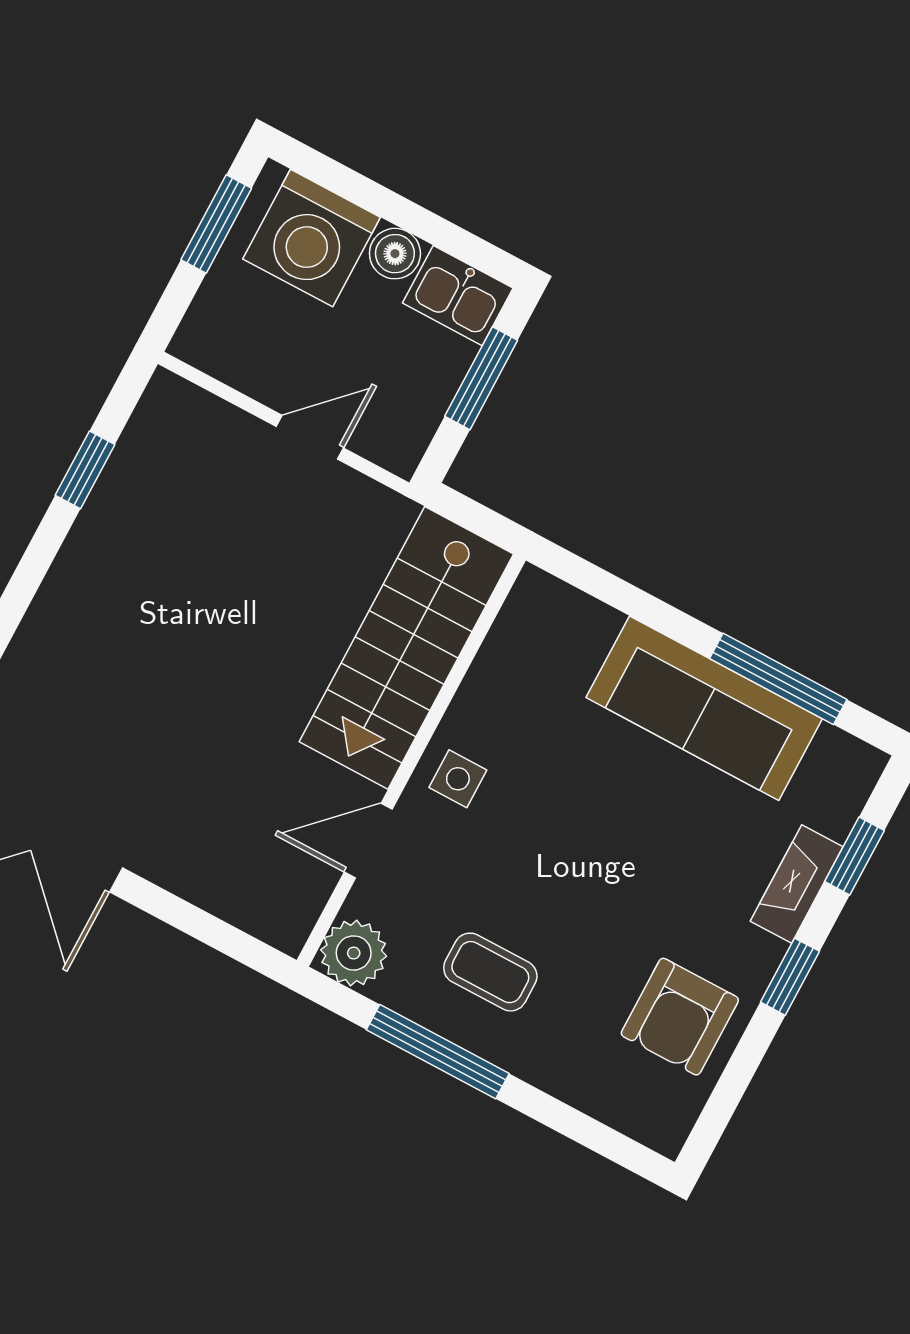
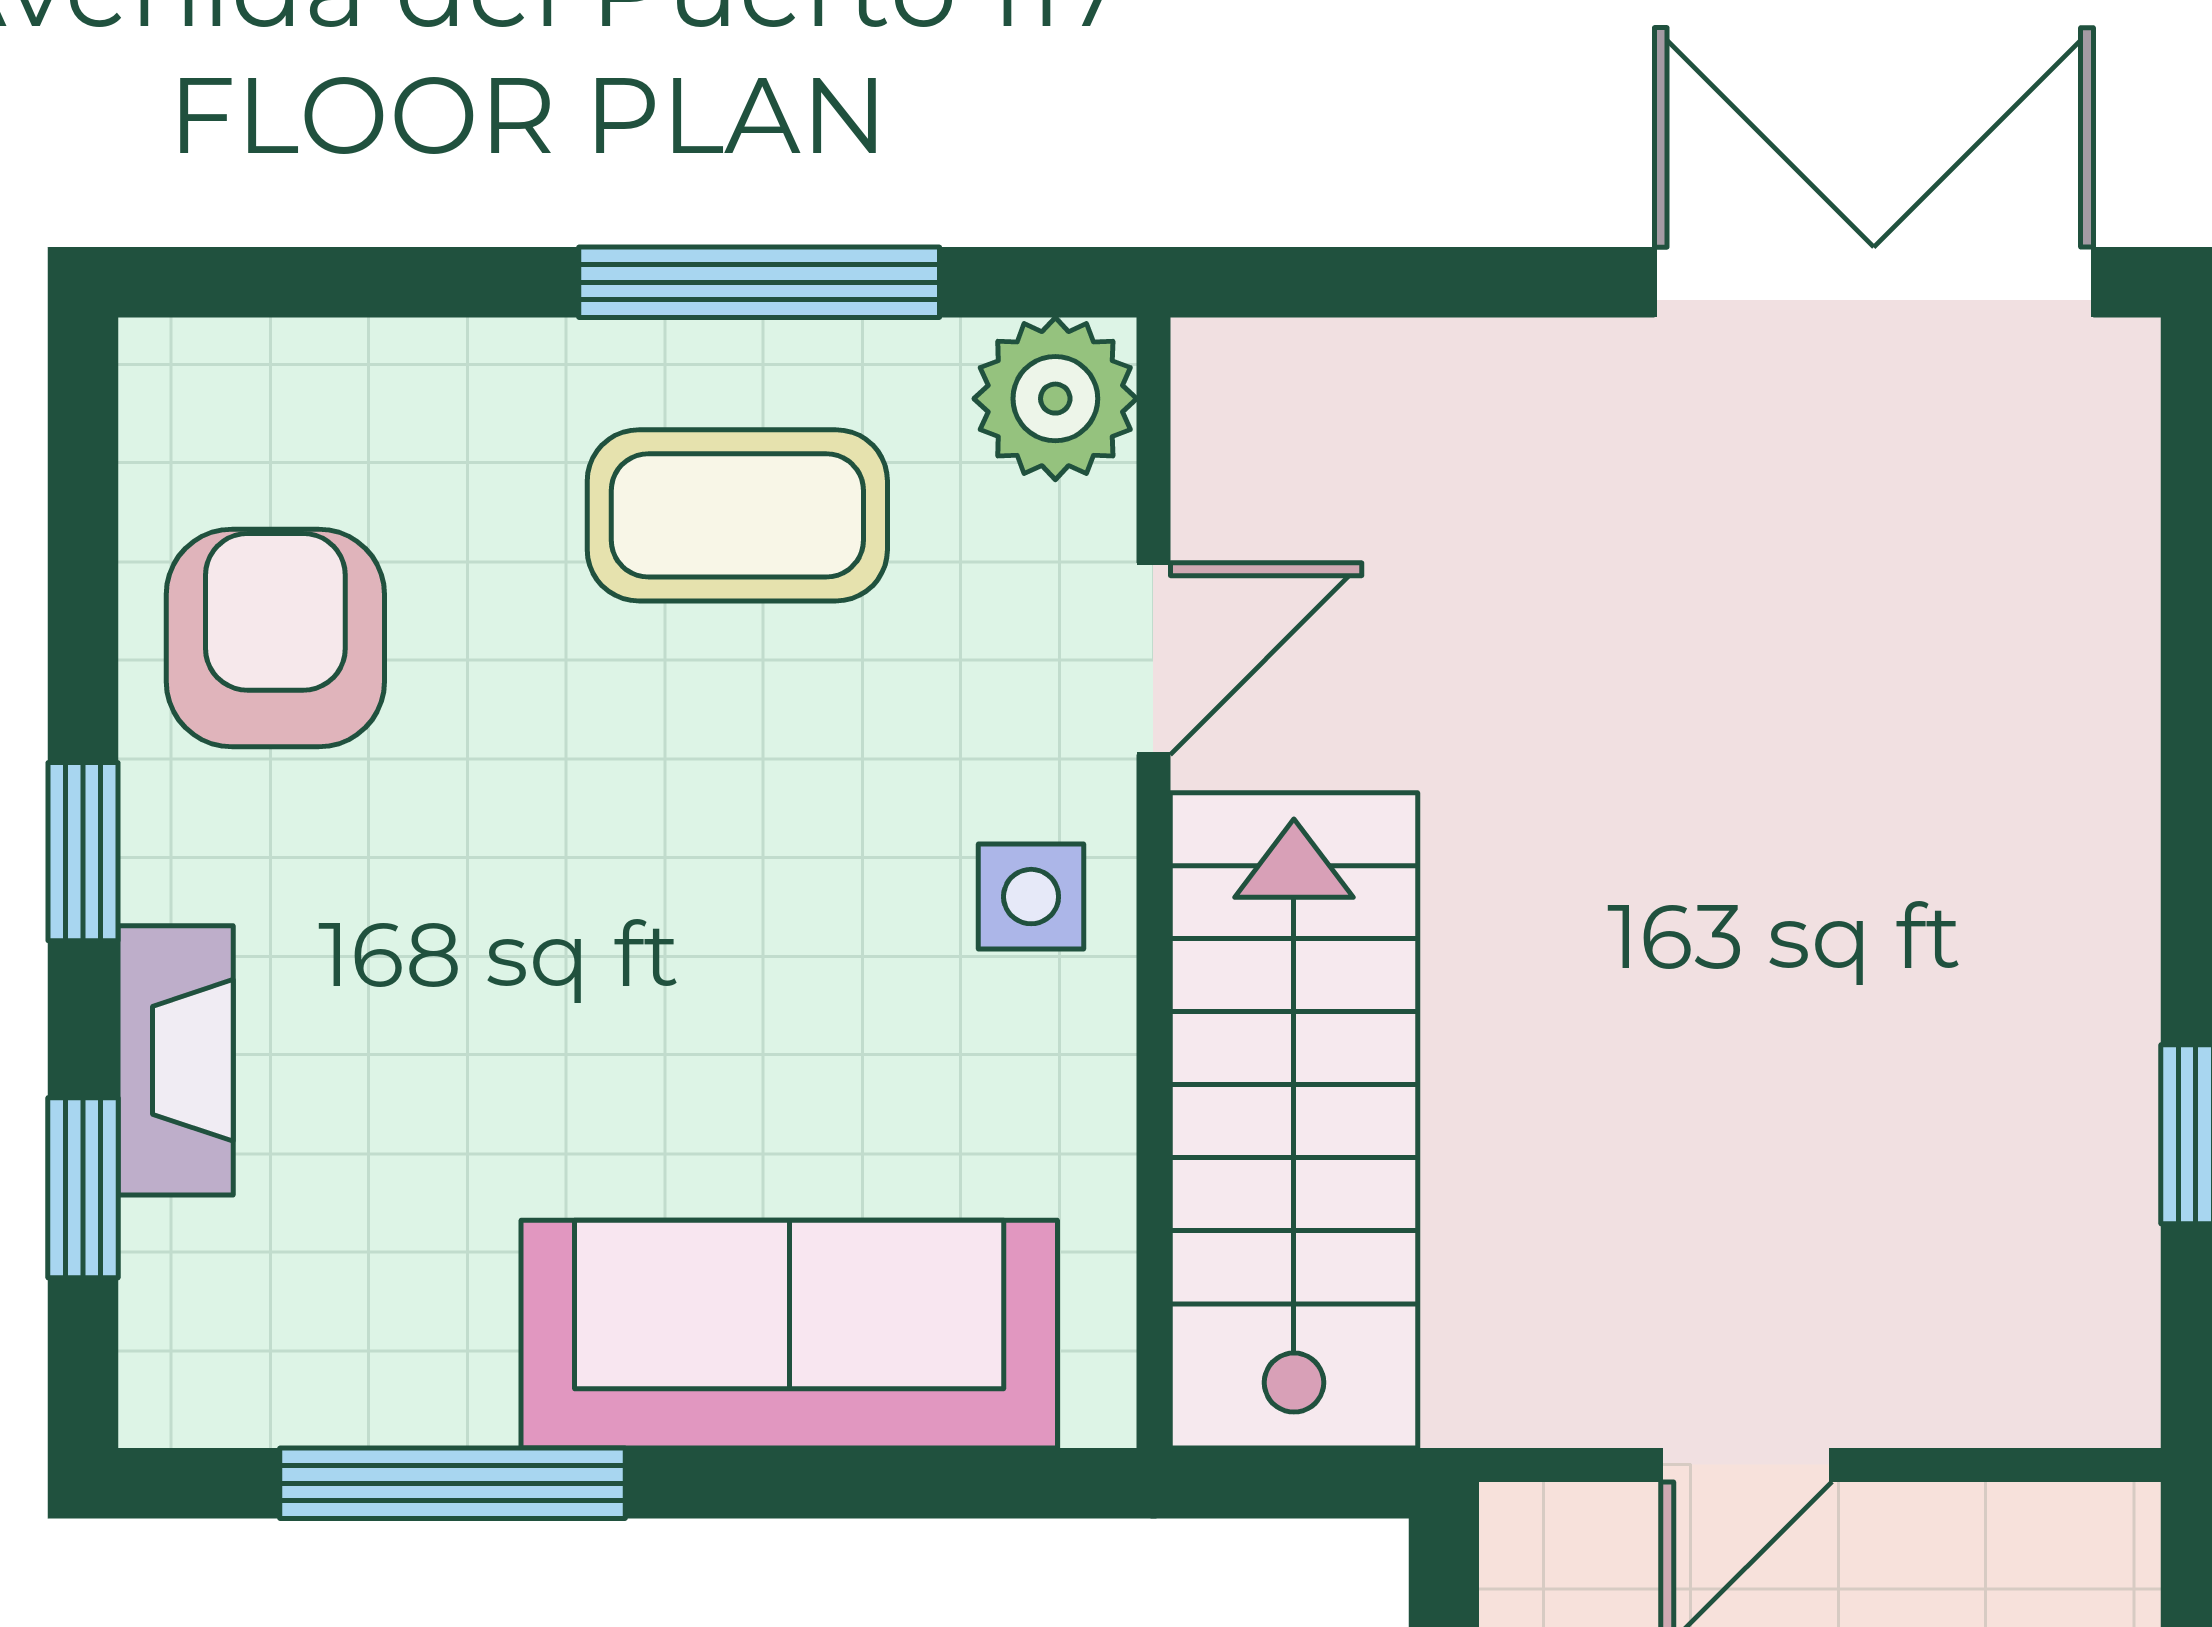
sofa: (704, 708) -> (789, 1334), moved
coffee table: (490, 972) -> (737, 515), width x1.36, depth x1.30

